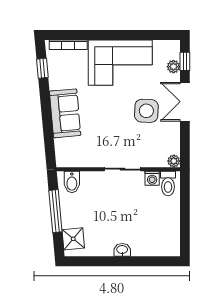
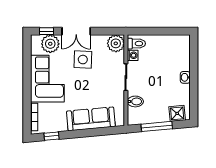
plant: (173, 67) -> (50, 44), width x1.88, depth x1.88
sofa: (65, 113) -> (91, 119), width x1.36
plant: (174, 161) -> (116, 43), width x1.87, depth x1.87
bidet: (72, 182) -> (135, 101), moved

